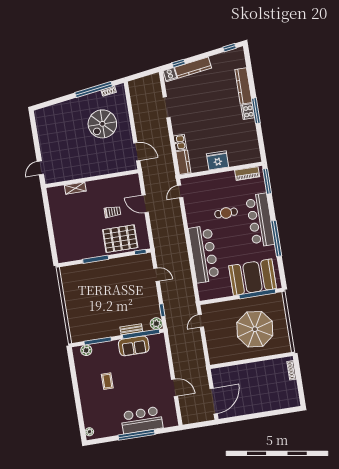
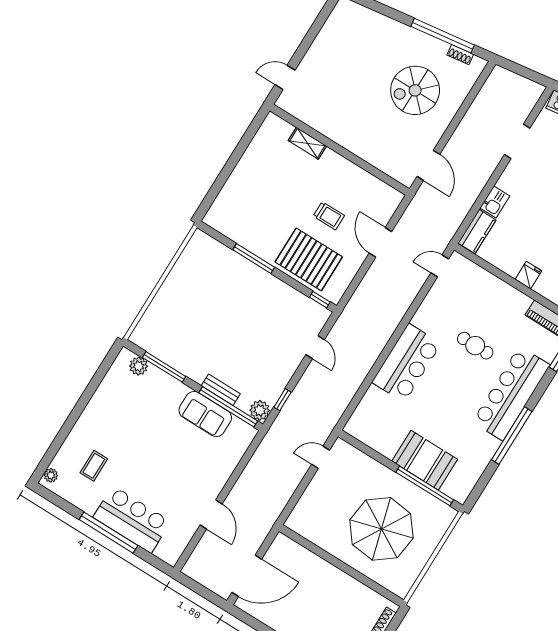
fridge: (218, 160) -> (528, 275), width x0.53, depth x0.75
bar counter: (204, 254) -> (406, 363), width x0.73
booth: (253, 277) -> (425, 460), width x0.73, depth x0.70
coffee table: (107, 381) -> (94, 466), moved

